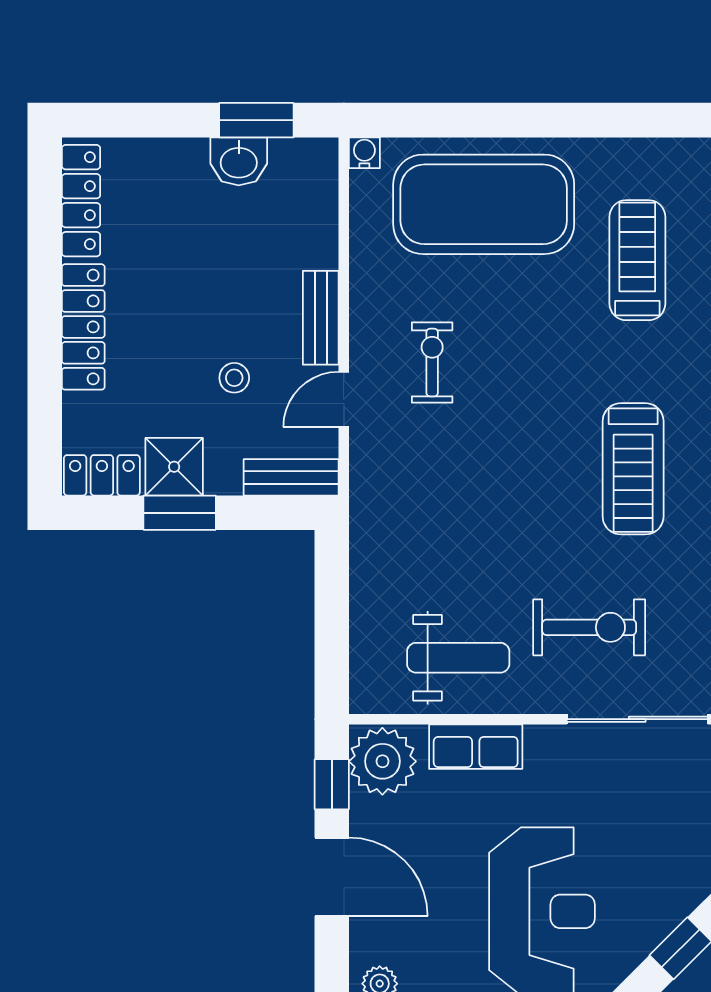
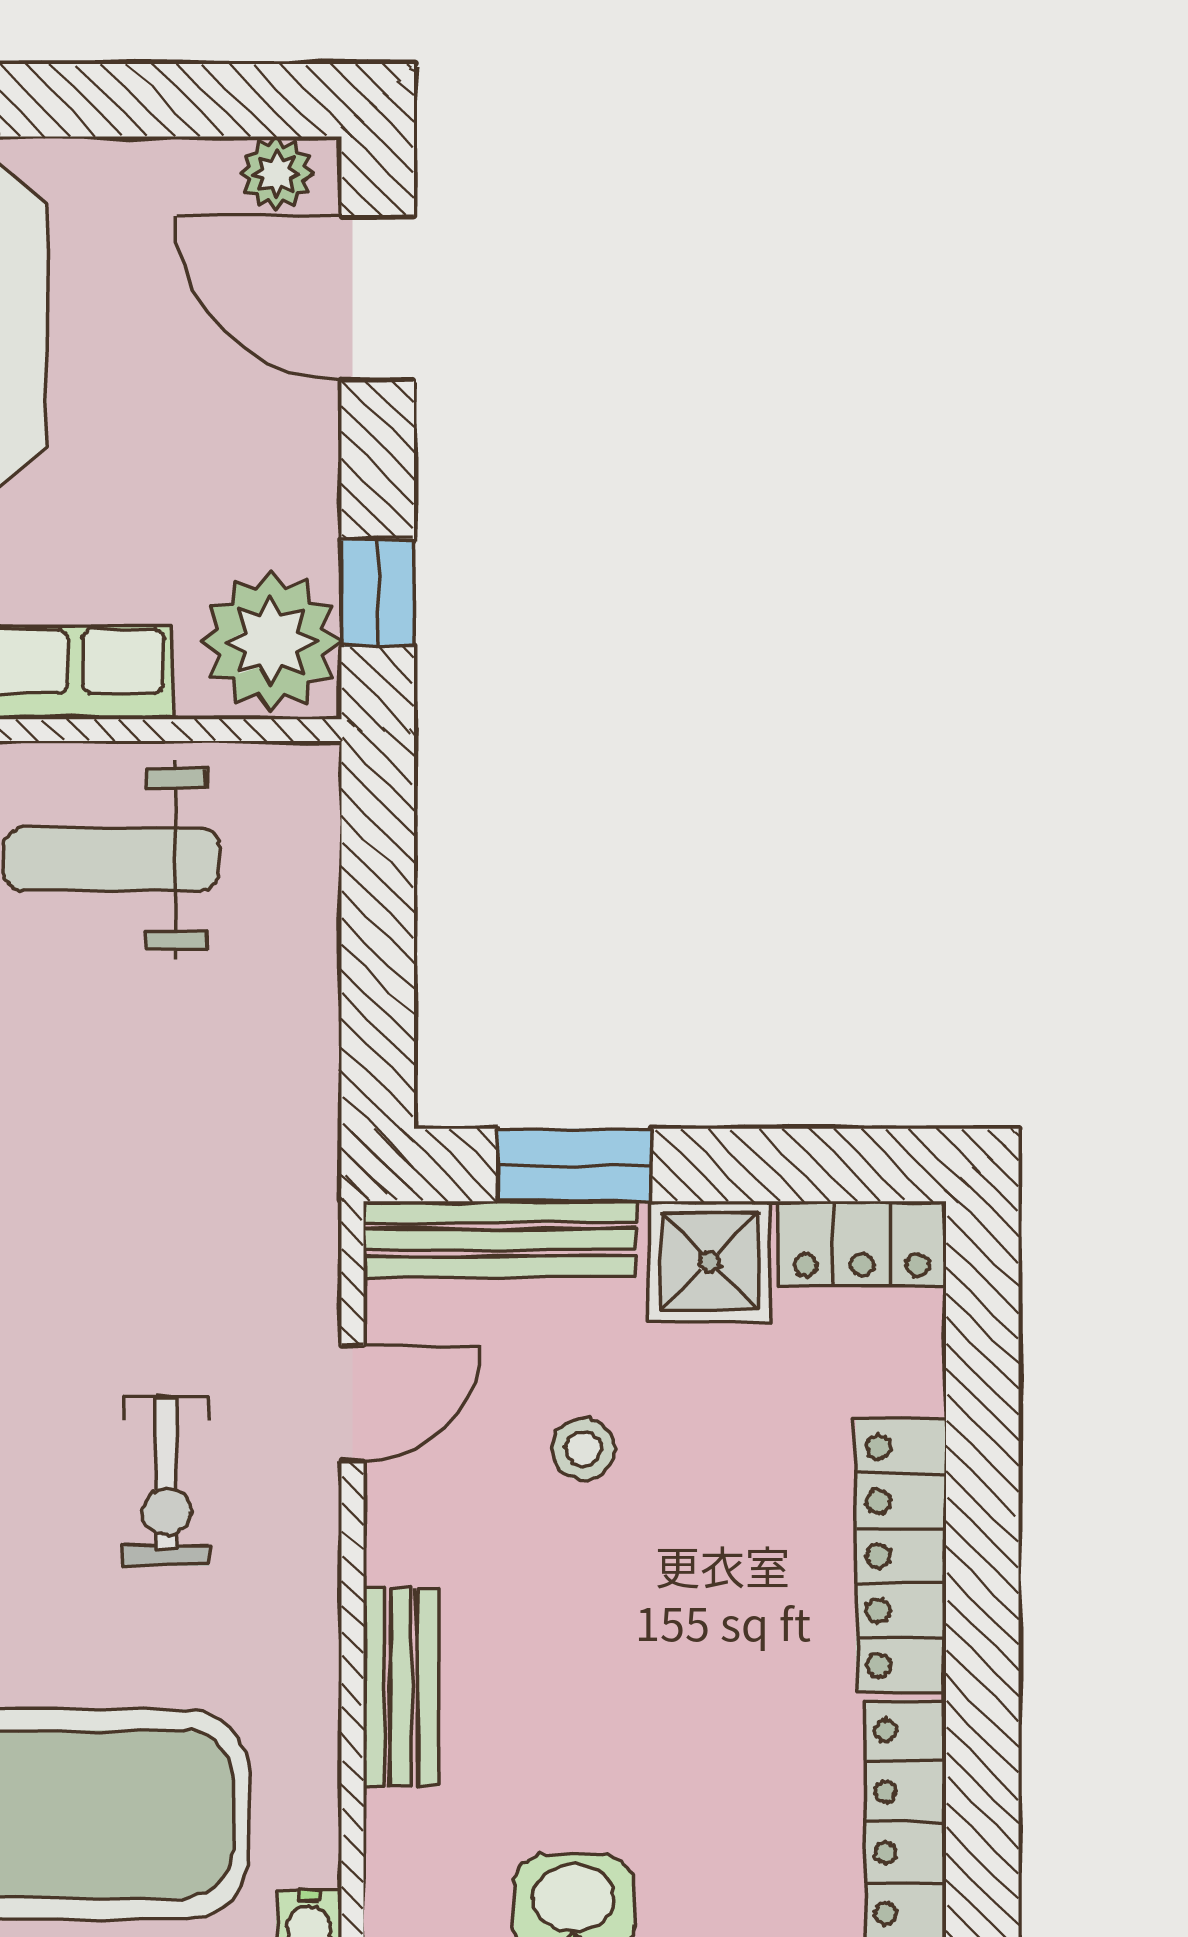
bench: (321, 318) -> (401, 1687), moved
bench: (291, 477) -> (500, 1239), width x1.36
window: (180, 513) -> (574, 1165), moved
door: (332, 877) -> (378, 298), moved

